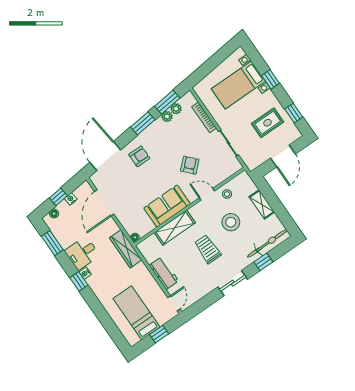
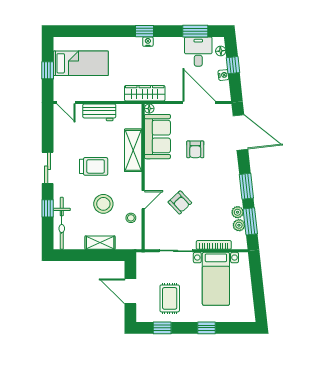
bed with nightstands: (238, 85) -> (216, 279), moved, turned 180
armchair: (139, 156) -> (195, 149), moved
sofa: (167, 206) -> (157, 137), moved
desk: (82, 253) -> (198, 52), moved

